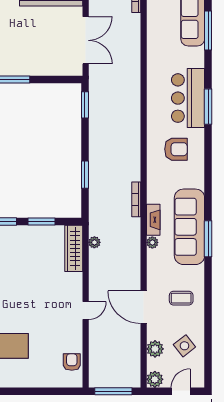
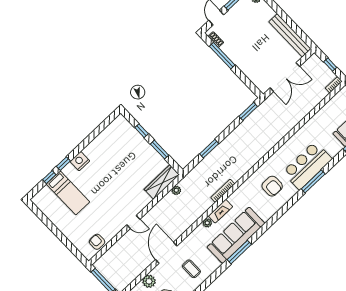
armchair: (72, 362) -> (97, 242), turned -90

